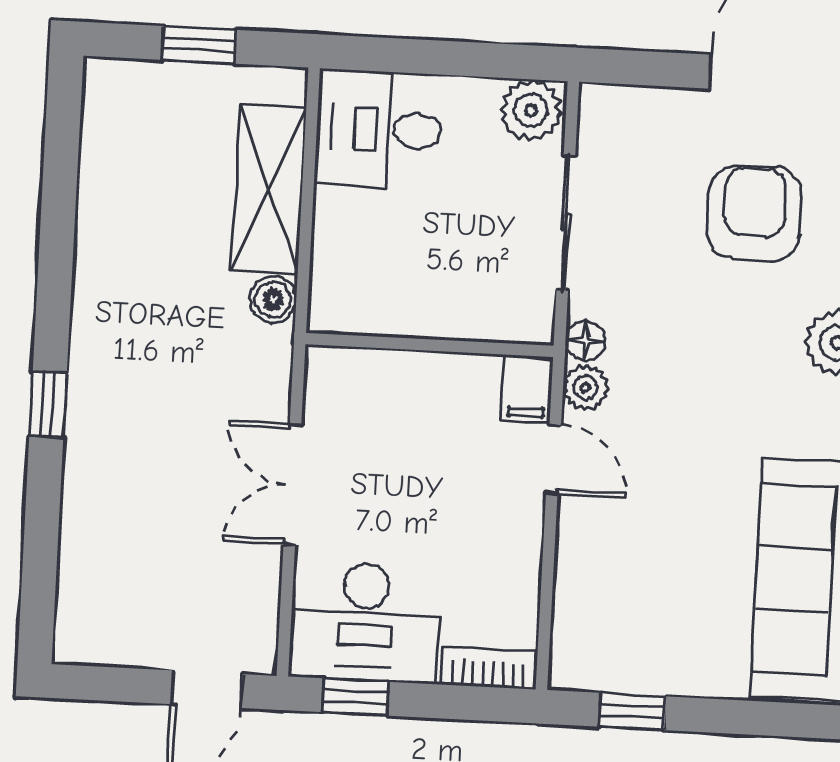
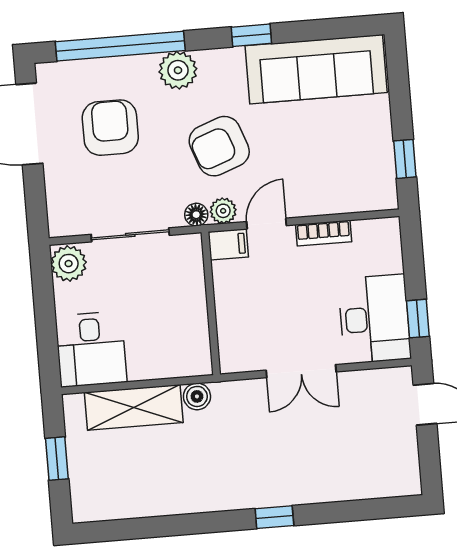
armchair: (755, 213) -> (110, 128), turned 90
armchair: (697, 396) -> (219, 146), added
bookcase: (488, 668) -> (324, 233), moved, turned -90

